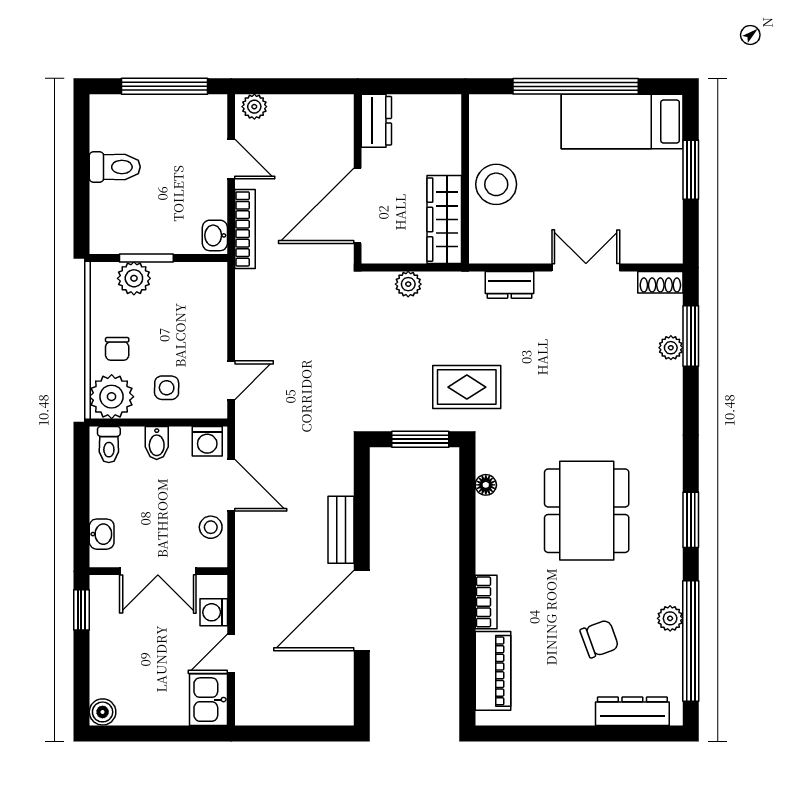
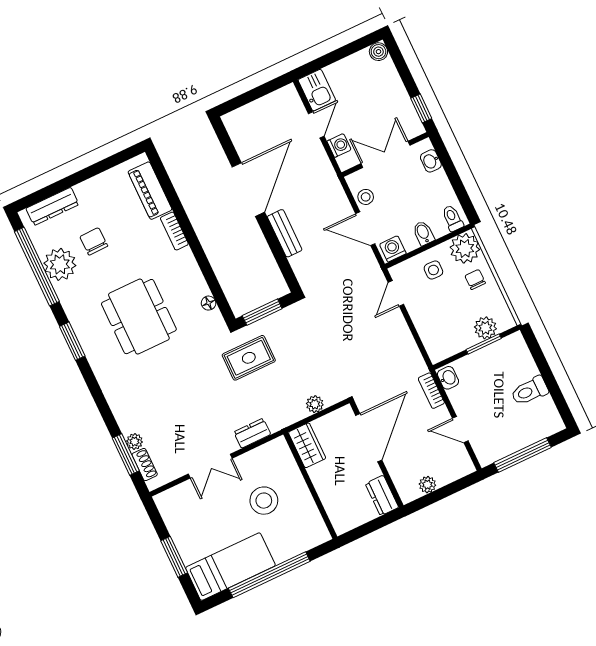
plant: (254, 107) -> (427, 485), moved
stool: (496, 184) -> (264, 501), moved
wardrobe: (444, 220) -> (307, 445), width x0.67
bookcase: (245, 229) -> (431, 391), width x0.64
shoe rack: (660, 282) -> (145, 465), moved, turned 90
plant: (670, 618) -> (60, 264), width x1.88, depth x1.88
chair: (599, 639) -> (94, 241), turned 109

